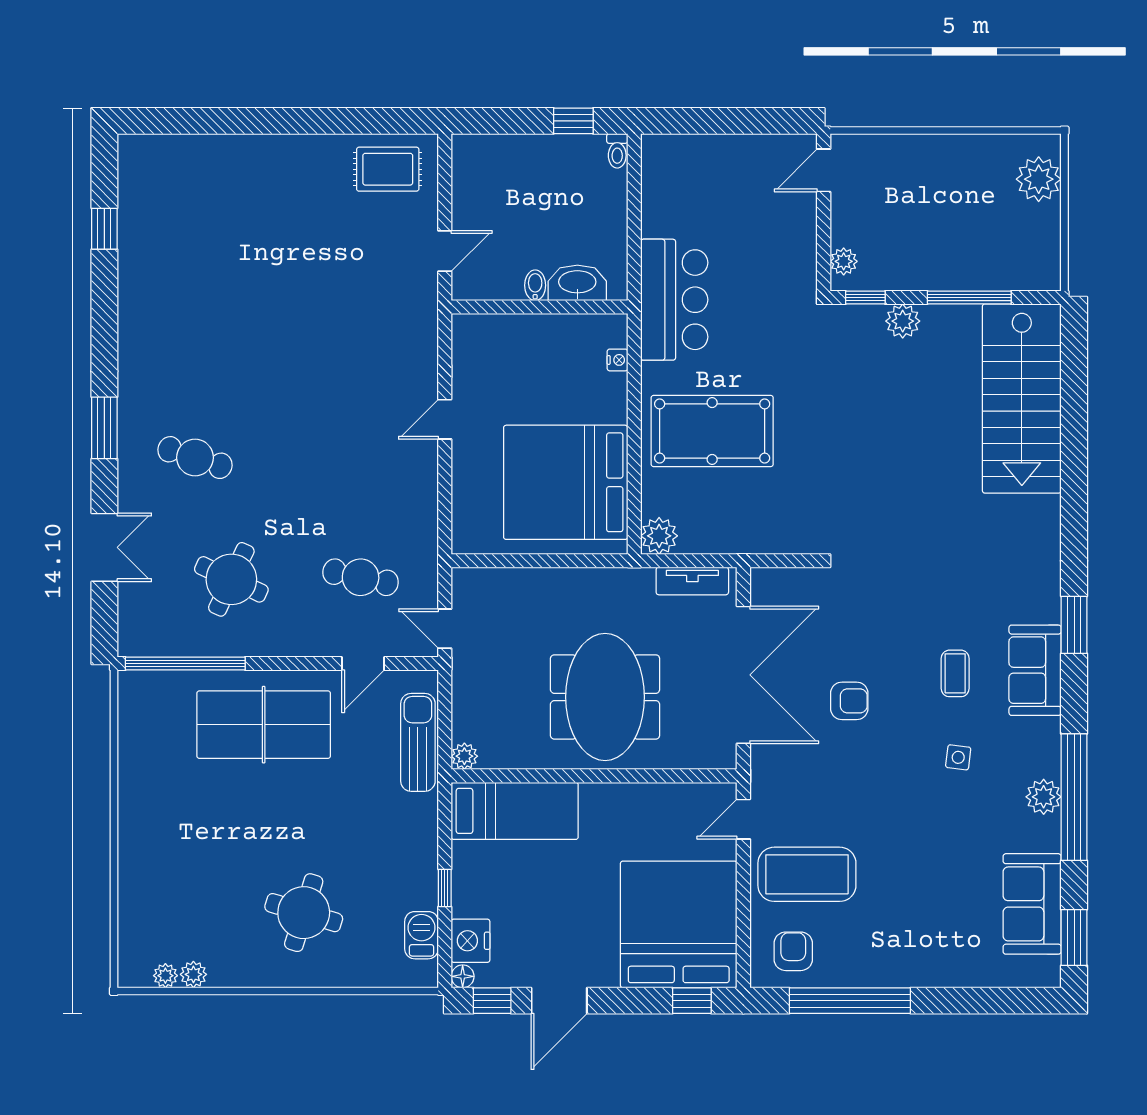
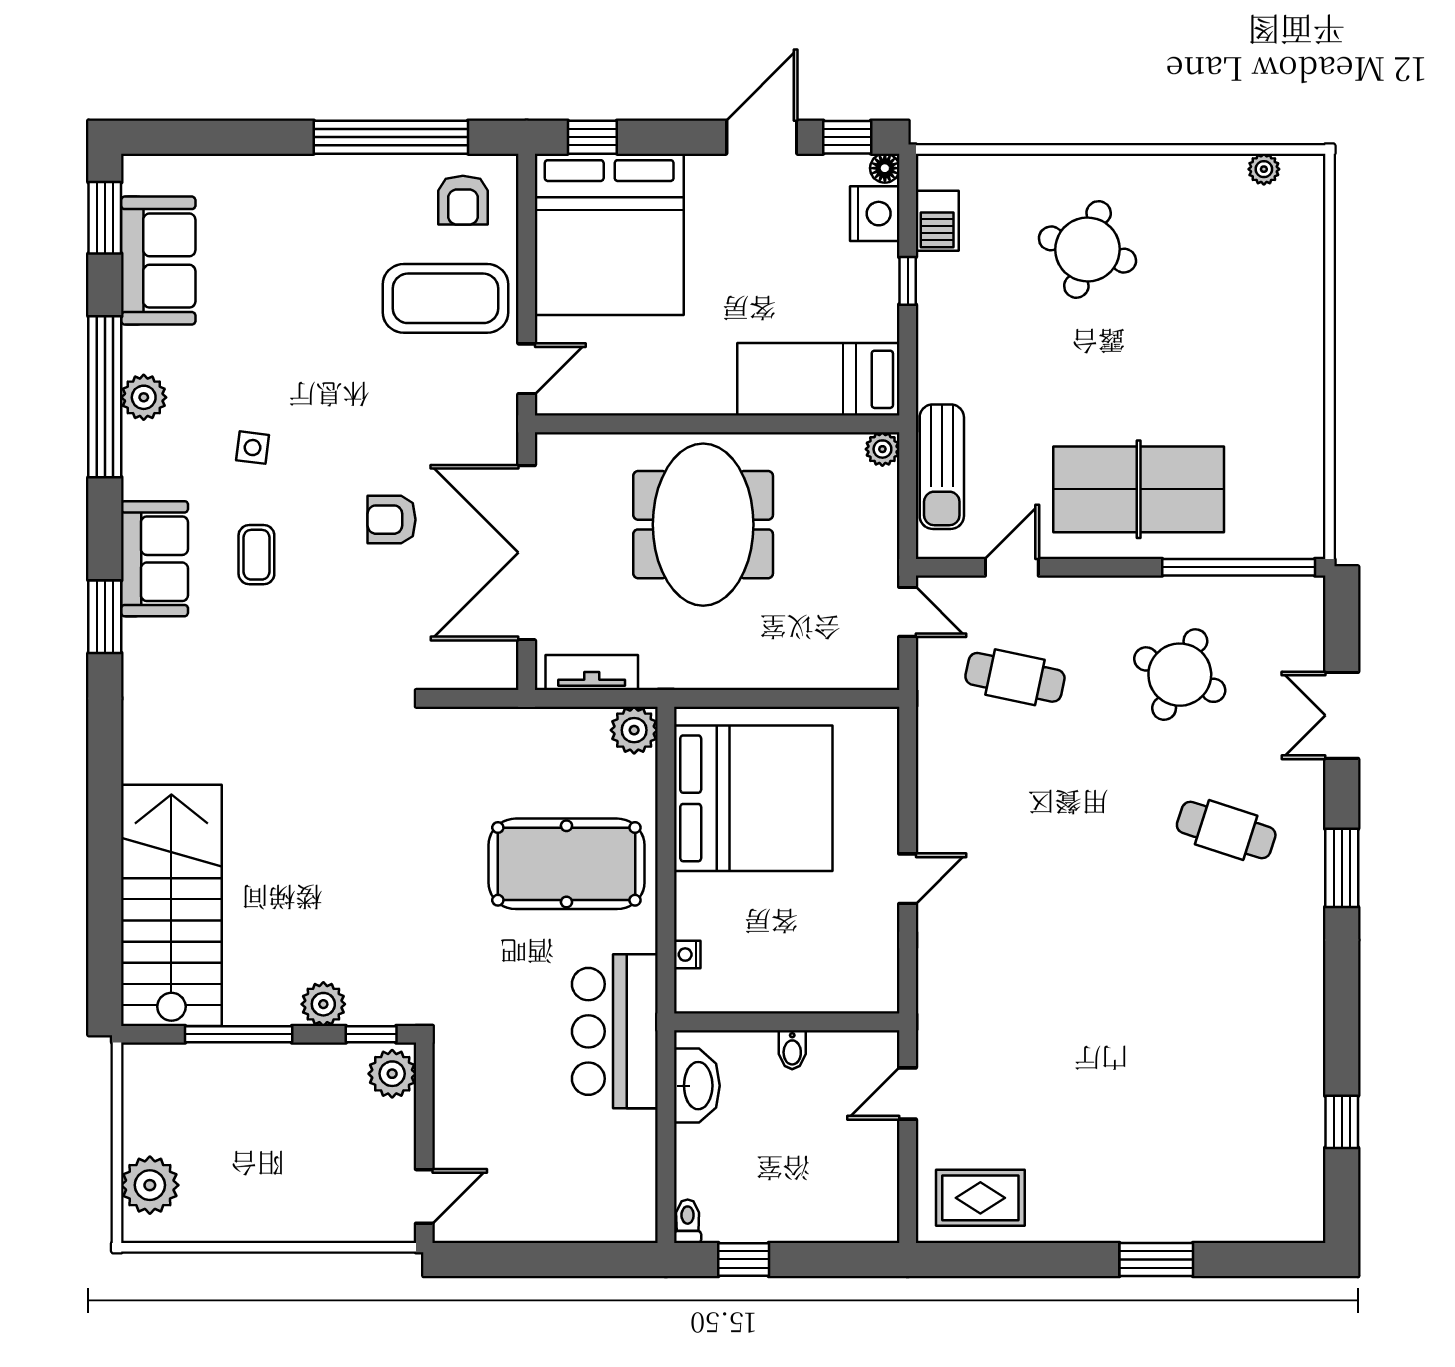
window: (250, 121) -> (1156, 1259), added
plant: (844, 261) -> (392, 1074), width x1.38, depth x1.38
washbasin: (577, 283) -> (697, 1086), moved, turned -90
plant: (193, 974) -> (1228, 171), removed

